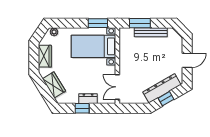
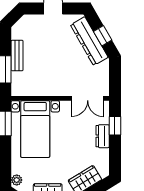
bench: (151, 32) -> (17, 56), width x0.73
window: (82, 108) -> (115, 126), moved

